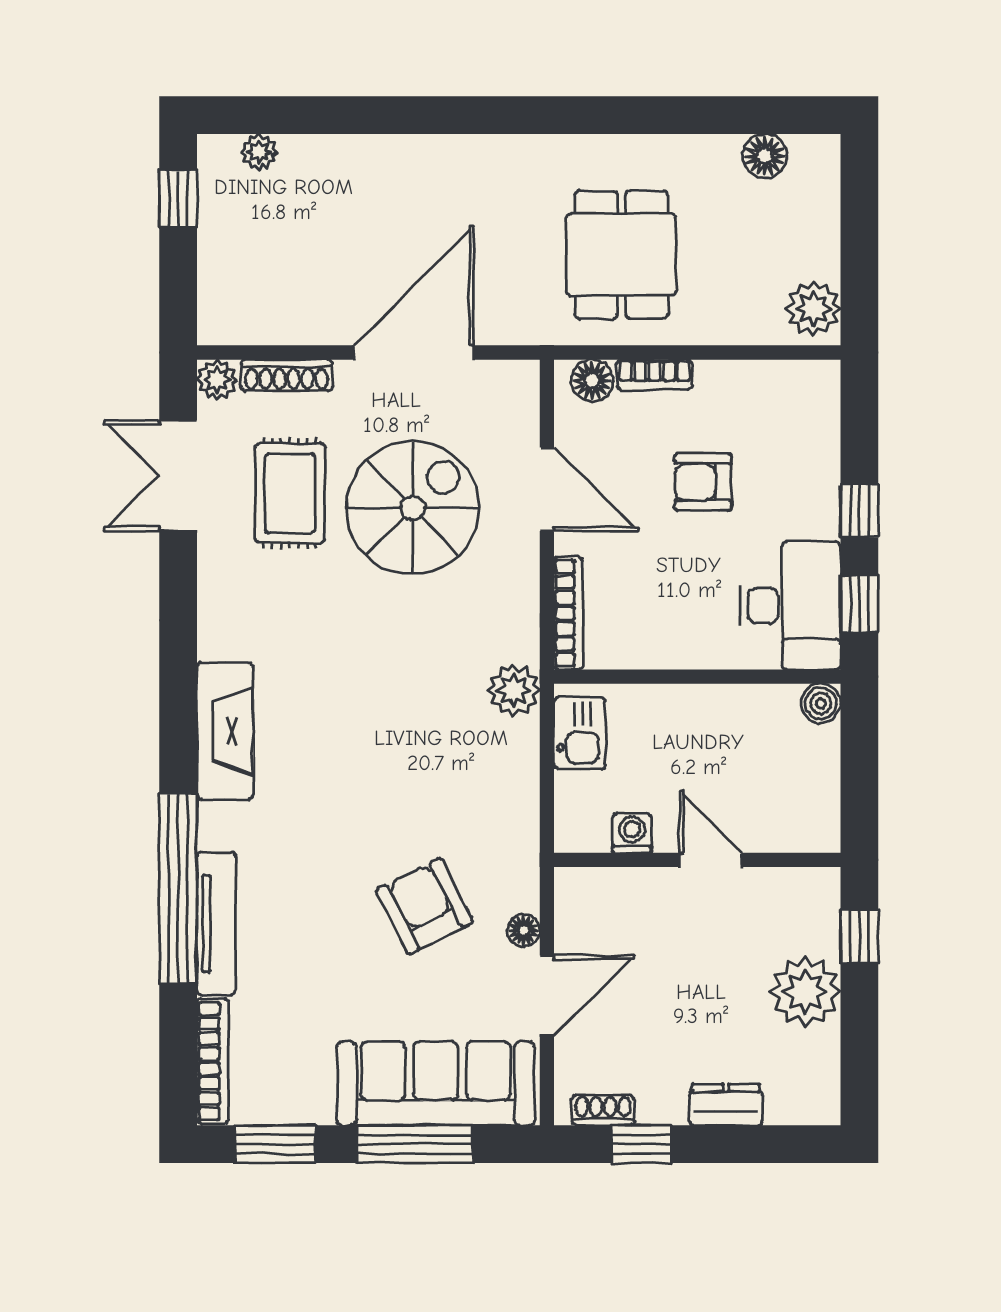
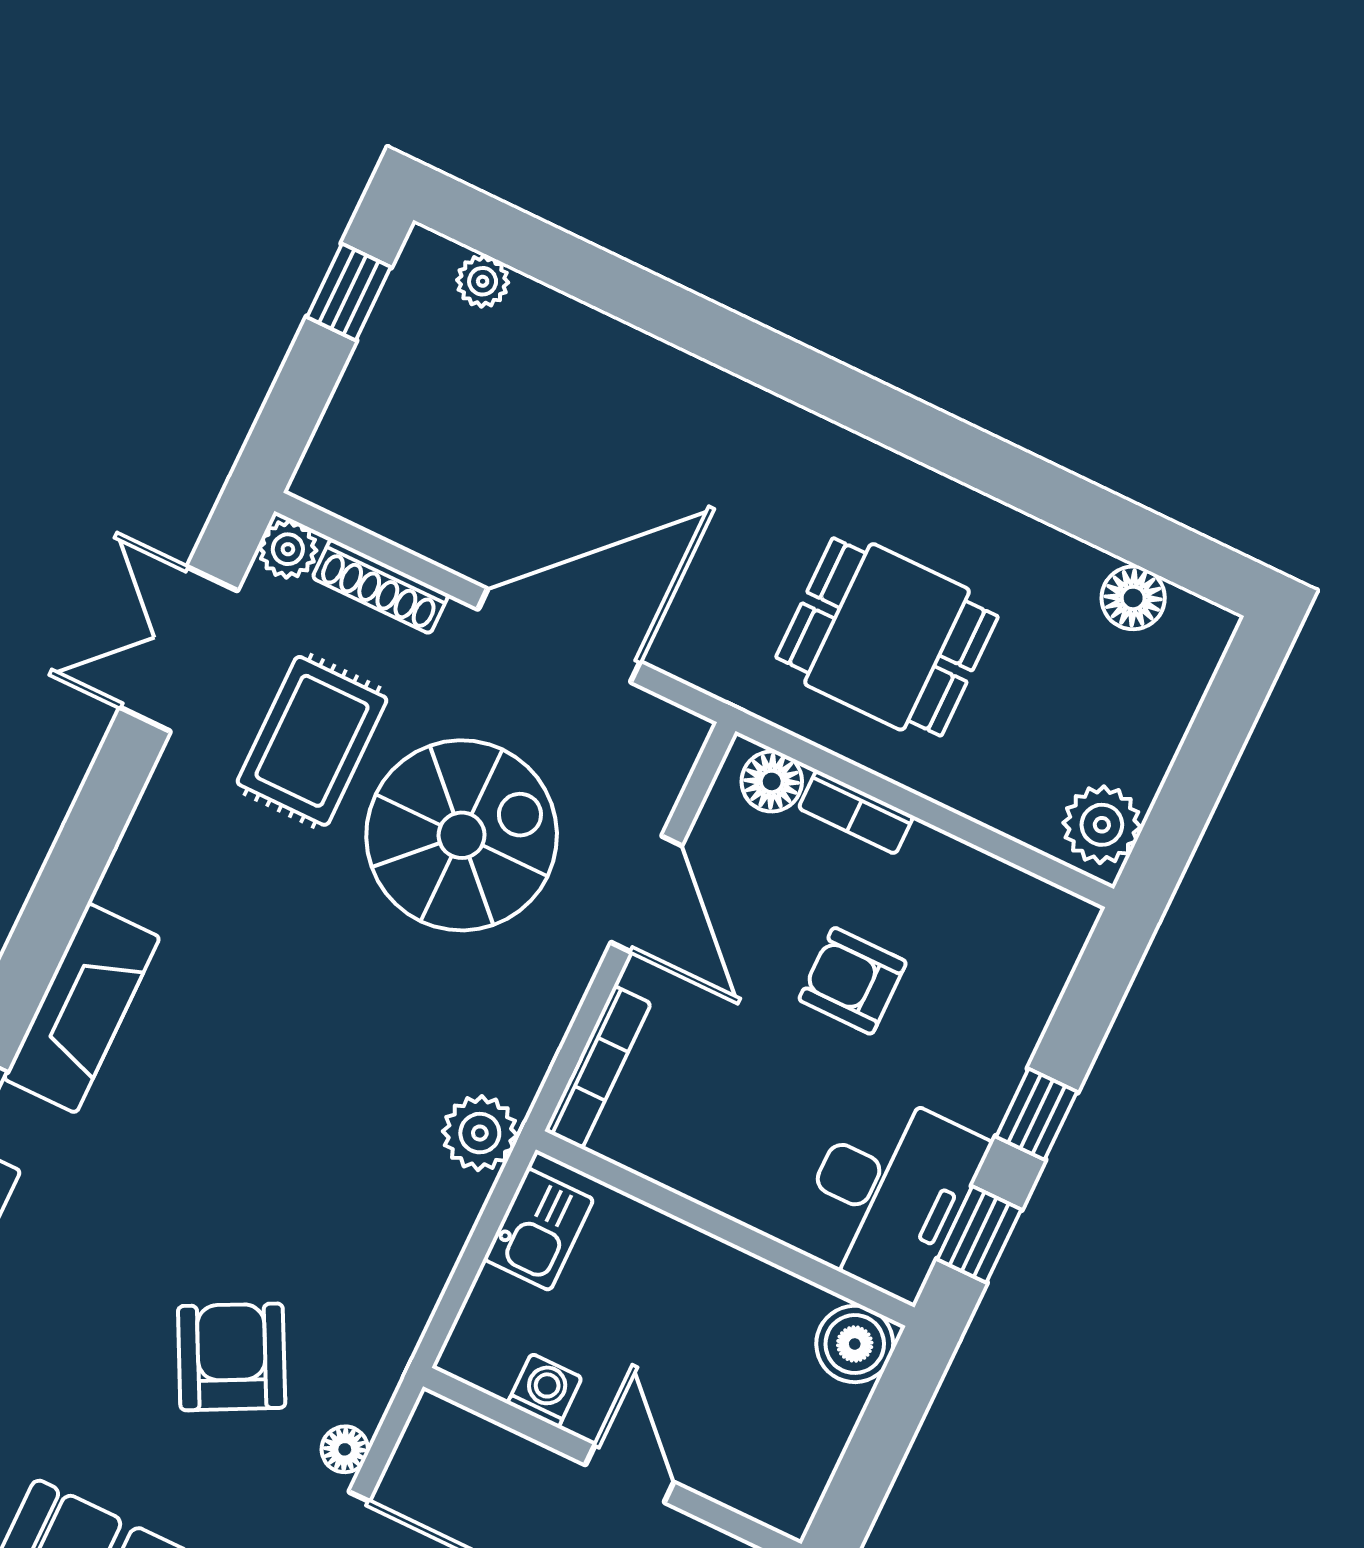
dining table: (621, 255) -> (887, 637), turned 90
boiler: (821, 703) -> (855, 1344), width x1.36, depth x1.36

